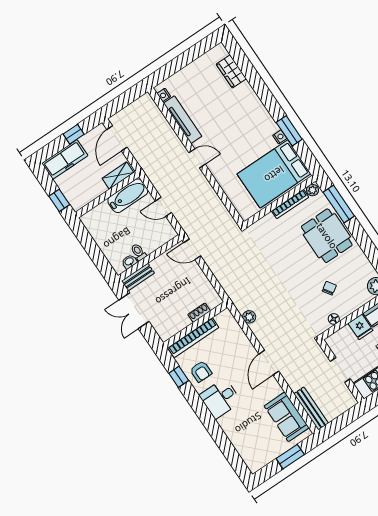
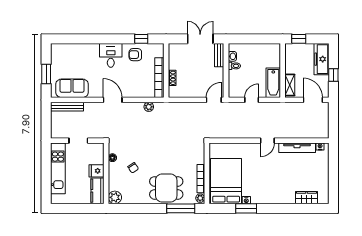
bookcase: (193, 338) -> (159, 78), moved

